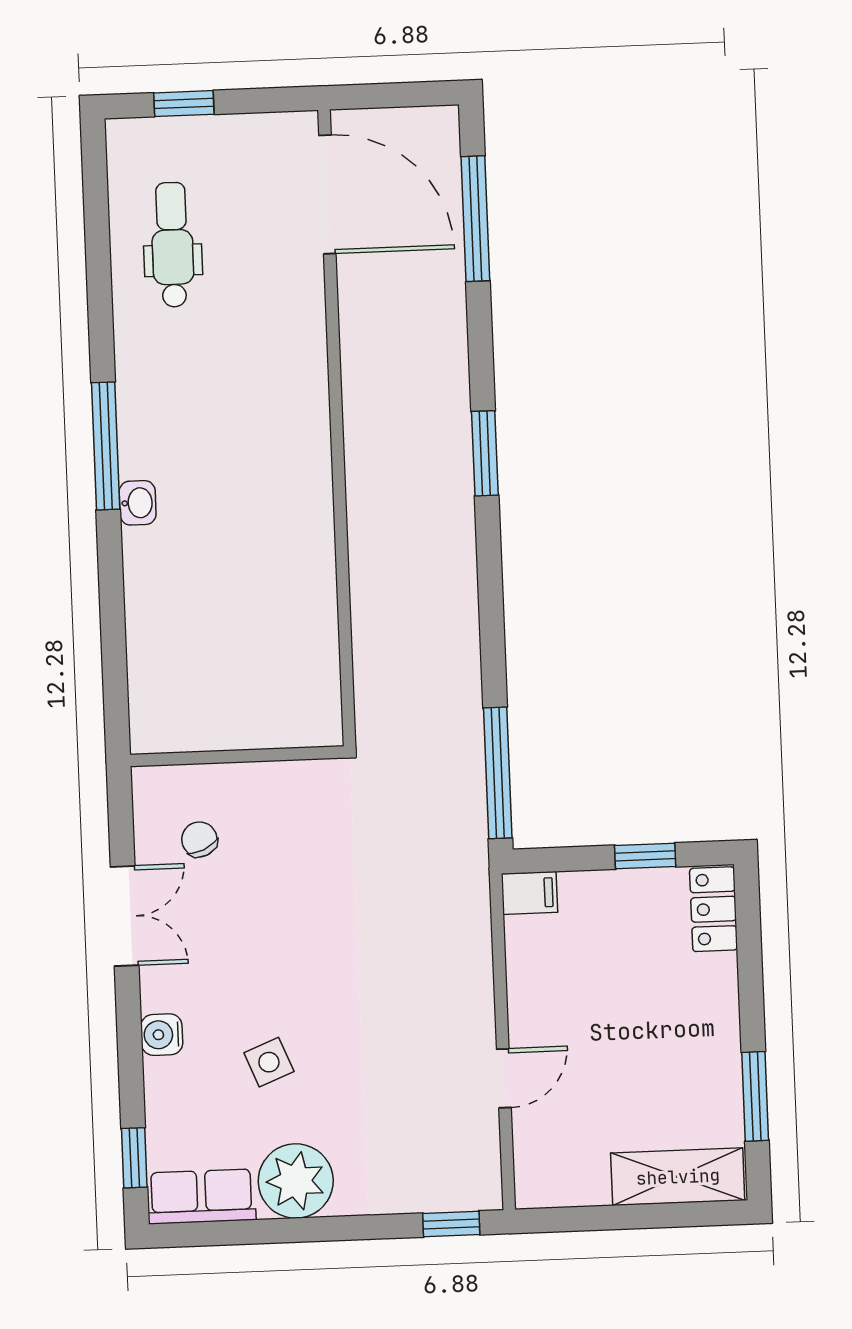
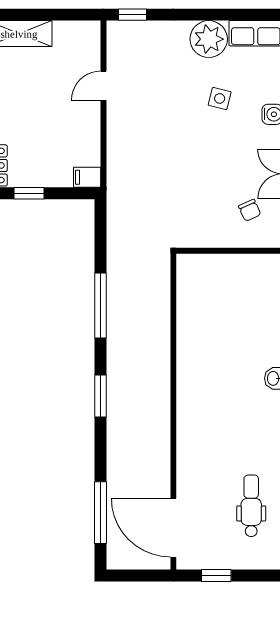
window: (184, 104) -> (216, 575), moved
dental chair: (172, 245) -> (251, 506), turned 180
window: (498, 773) -> (100, 305), moved
side table: (269, 1062) -> (220, 98), turned 36

